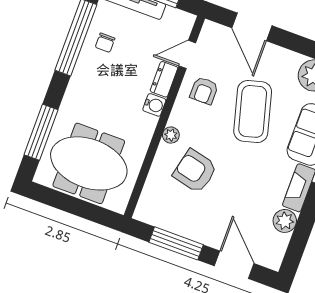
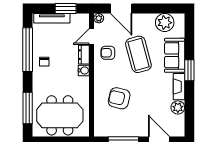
chair: (105, 43) -> (44, 62), moved
armchair: (204, 91) -> (108, 53), turned 90
plant: (171, 135) -> (99, 18), moved

